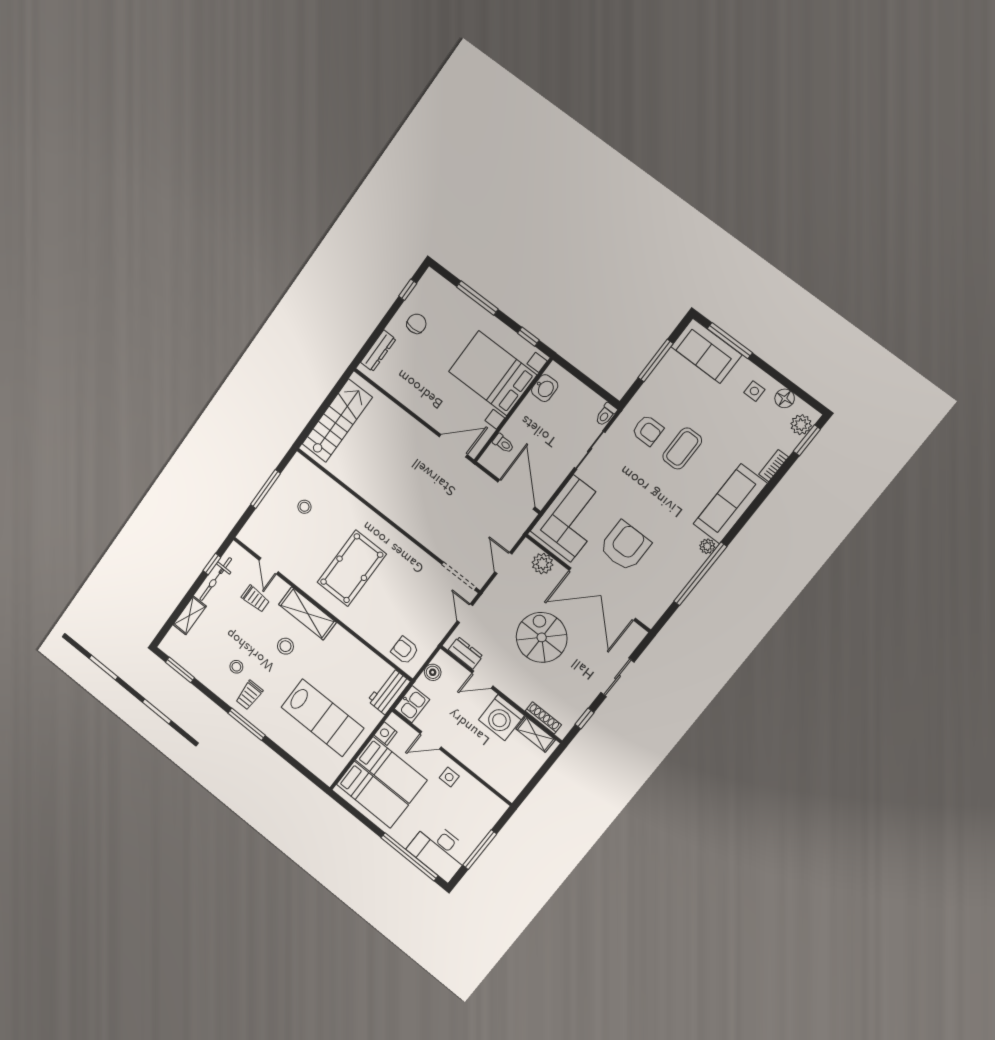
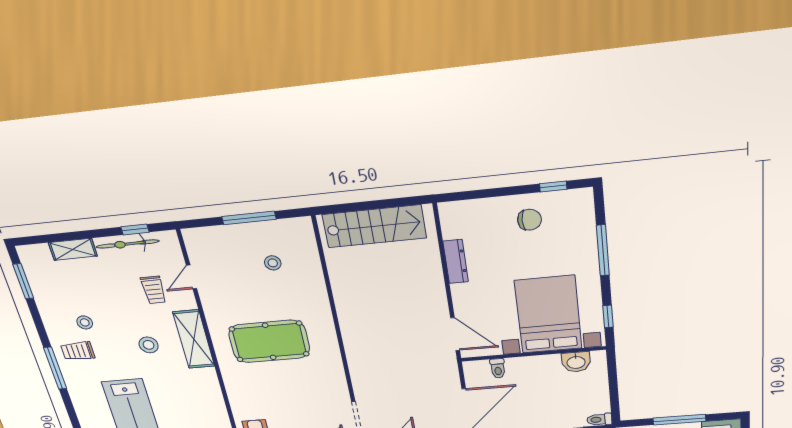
dresser: (378, 351) -> (456, 262), moved, turned -90

